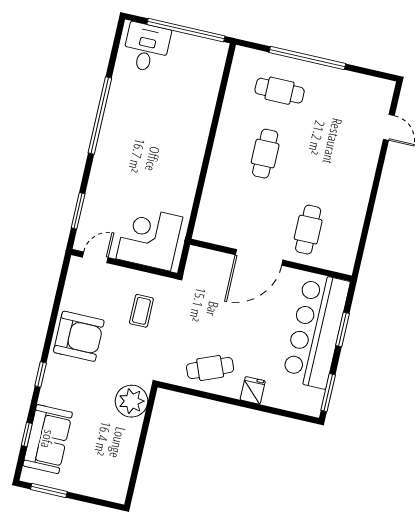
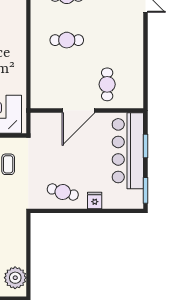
cafe table: (265, 154) -> (67, 40), turned 90
cafe table: (210, 368) -> (63, 192), turned 38
plant: (132, 401) -> (15, 278), moved

